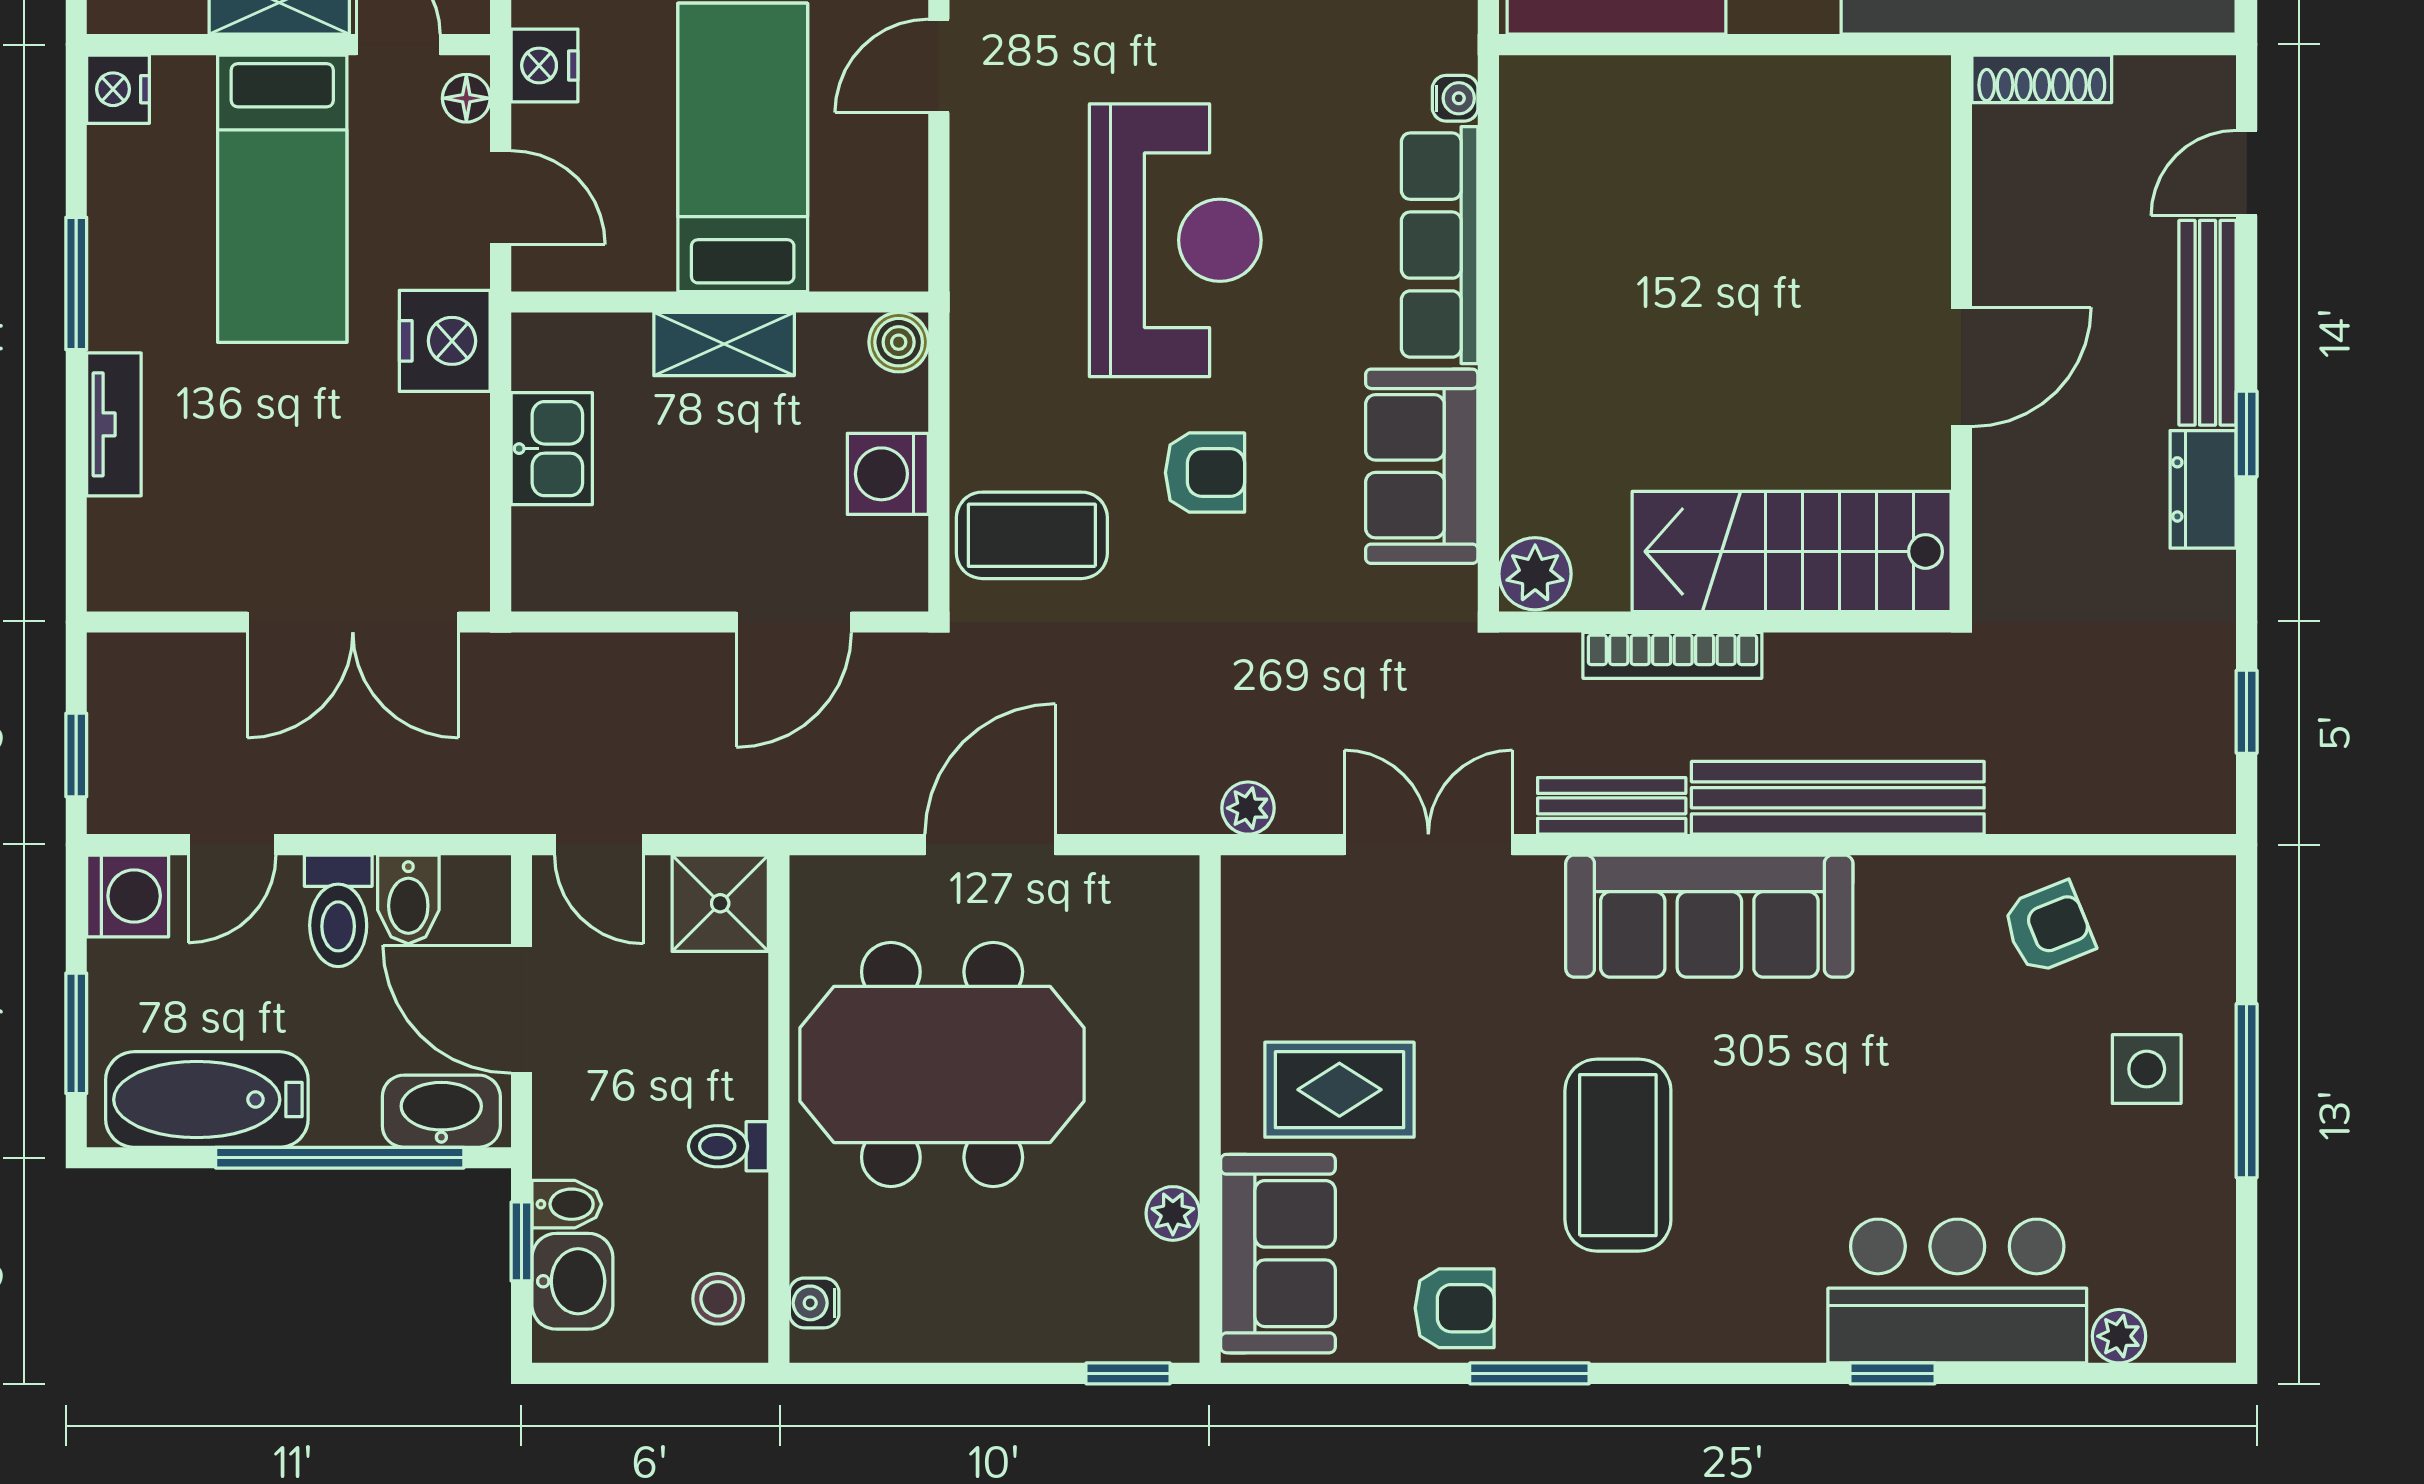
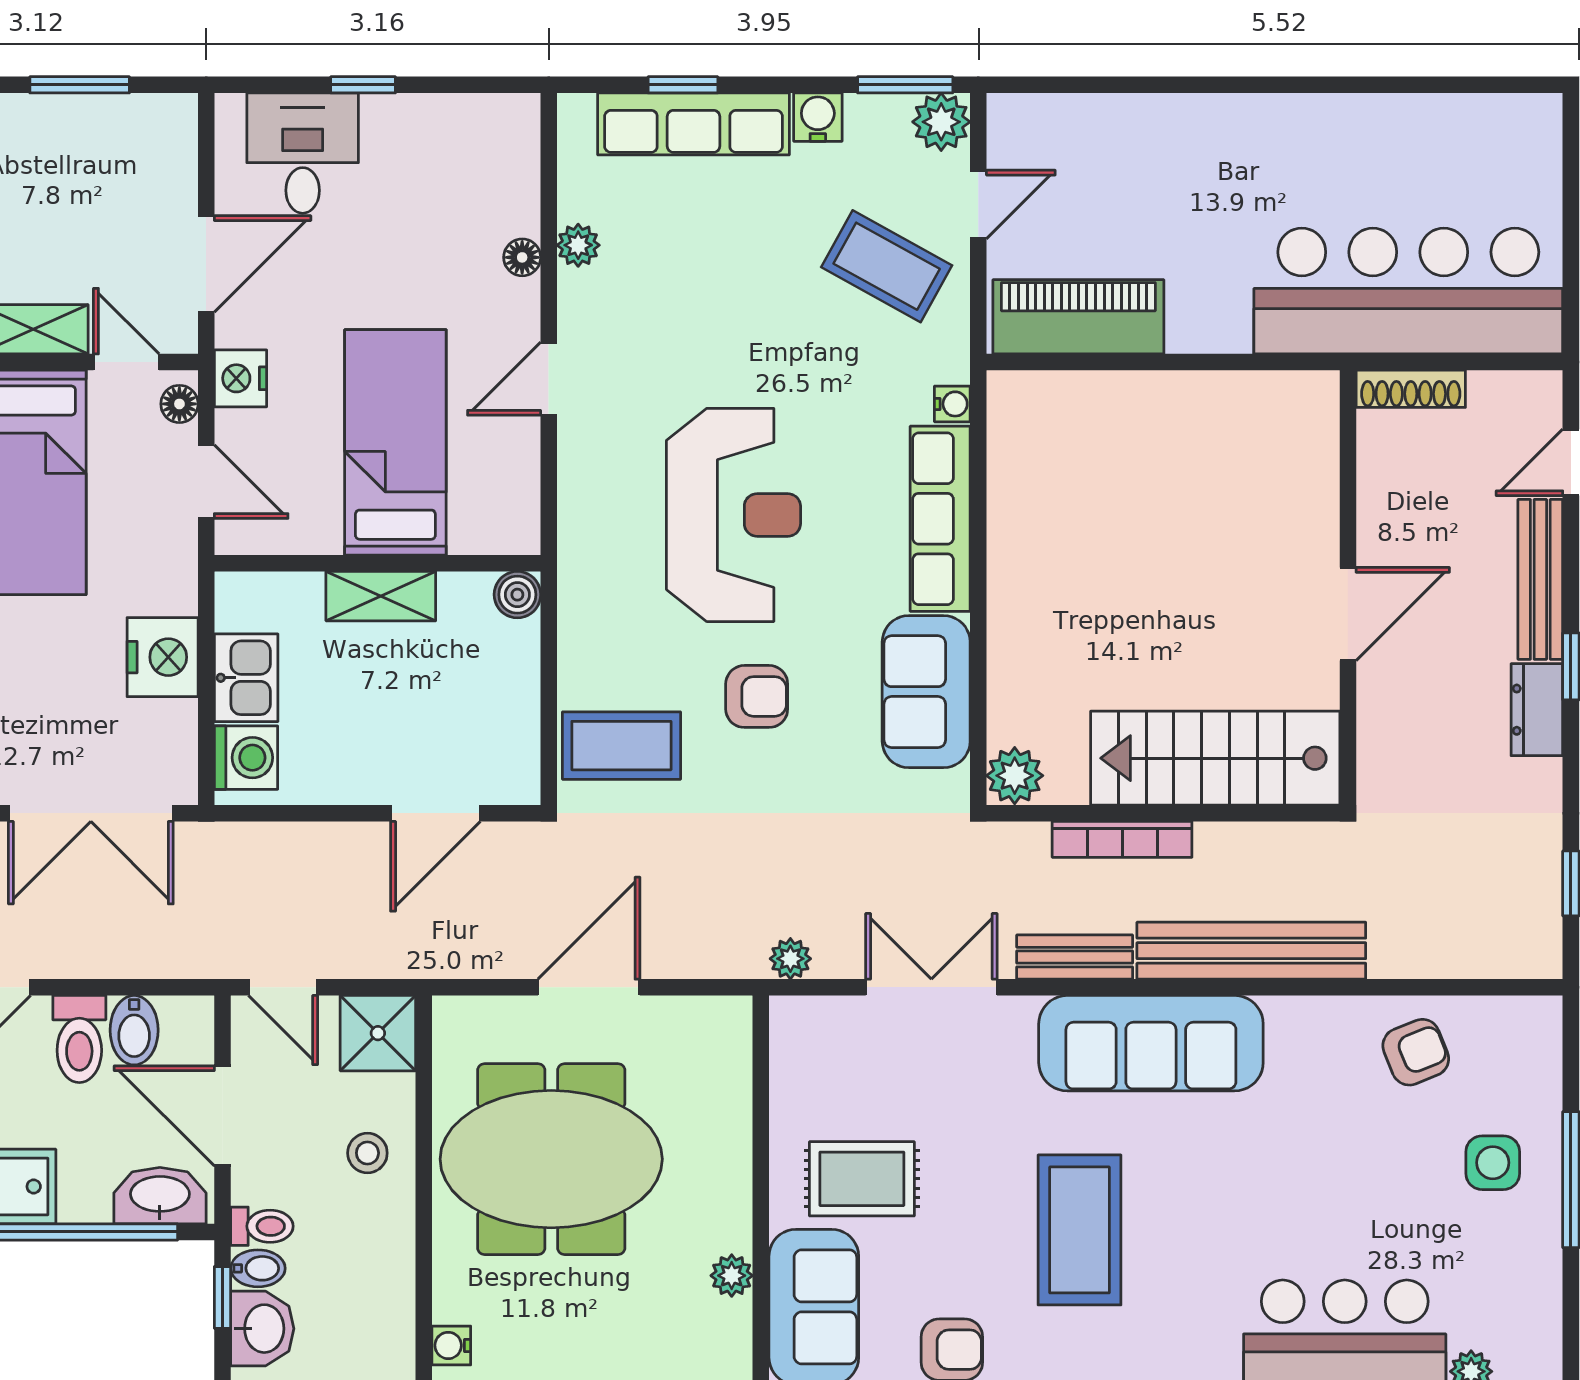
nightstand: (445, 341) -> (163, 657), moved
washing machine: (888, 474) -> (246, 758), moved, turned 180
toilet: (728, 1146) -> (262, 1226), moved, turned 180
stool: (718, 1299) -> (367, 1153), moved

